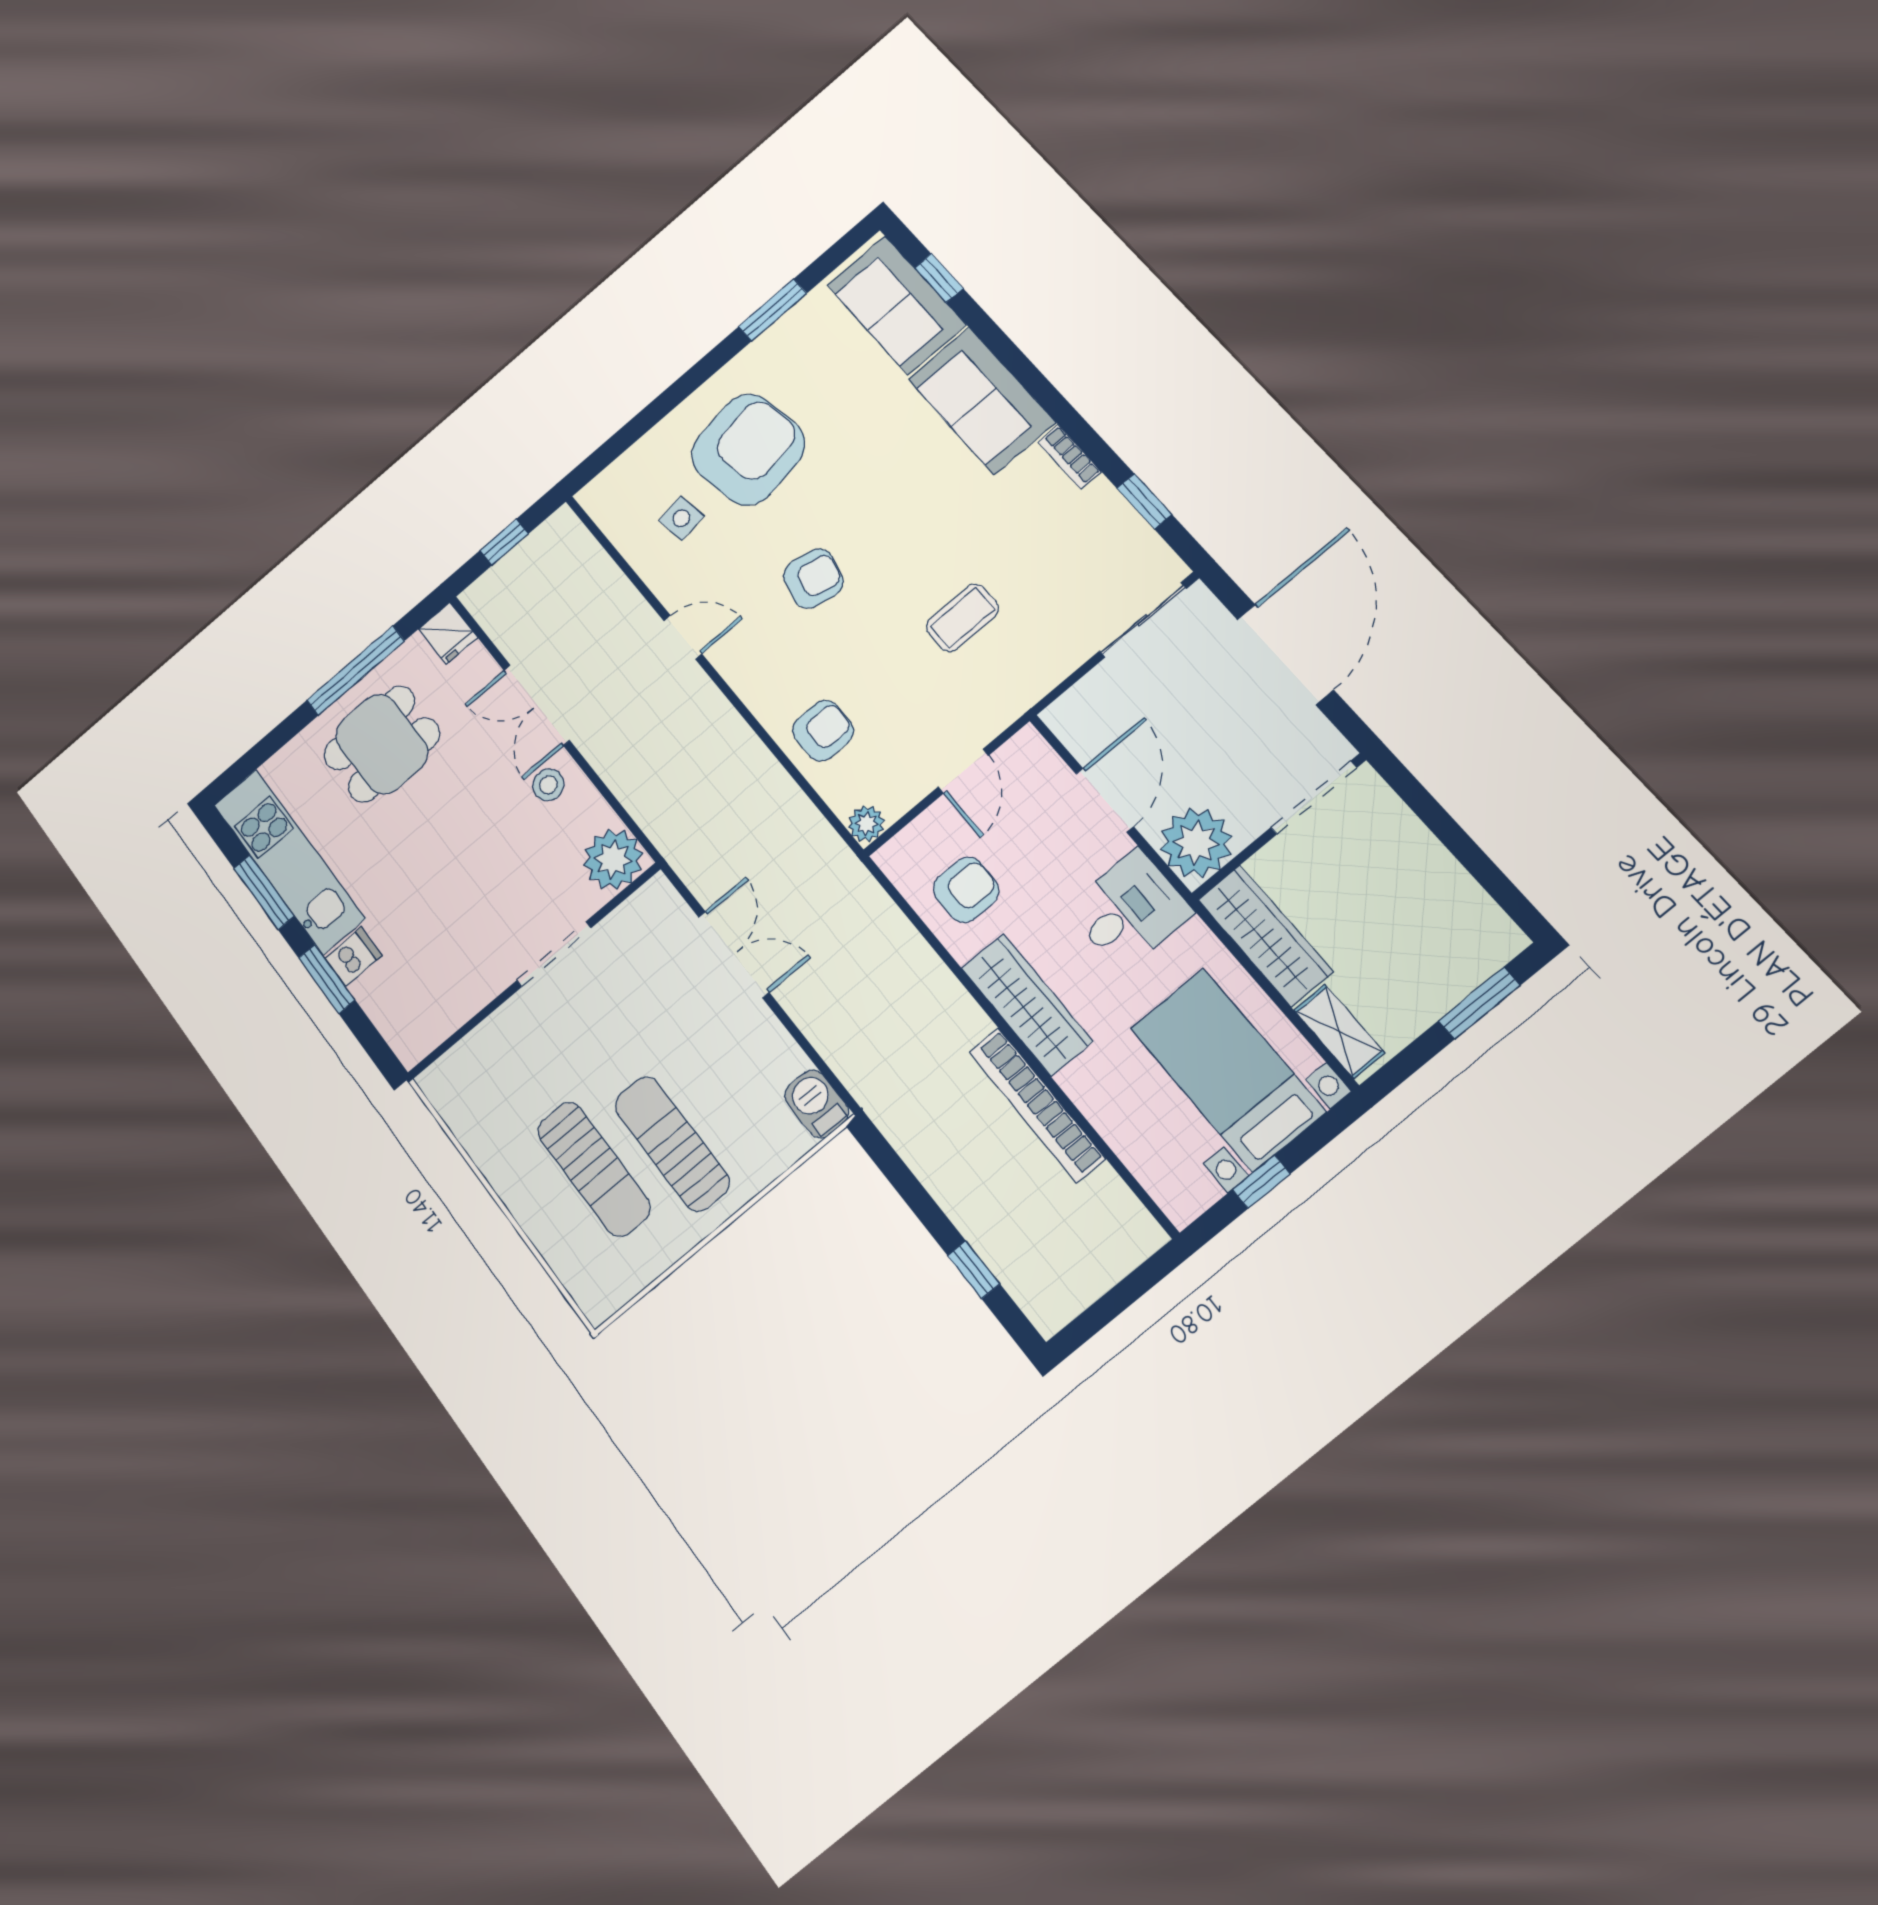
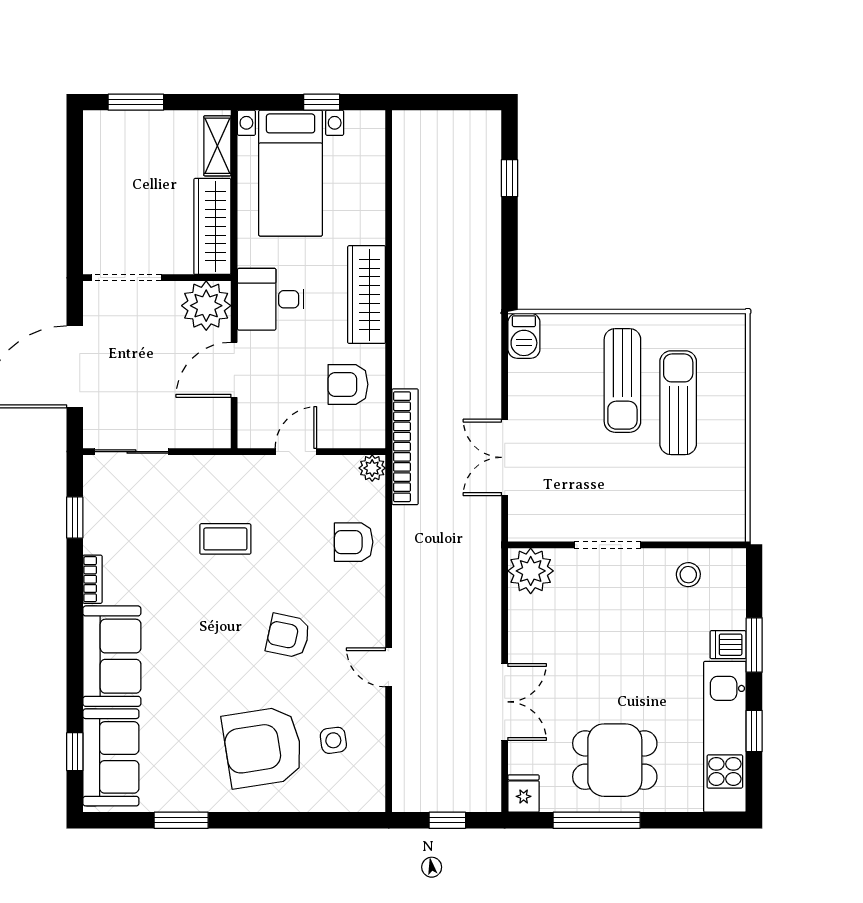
stool: (548, 785) -> (688, 575), moved
window: (264, 892) -> (754, 731), width x0.67
bookcase: (1037, 1105) -> (405, 447), moved

